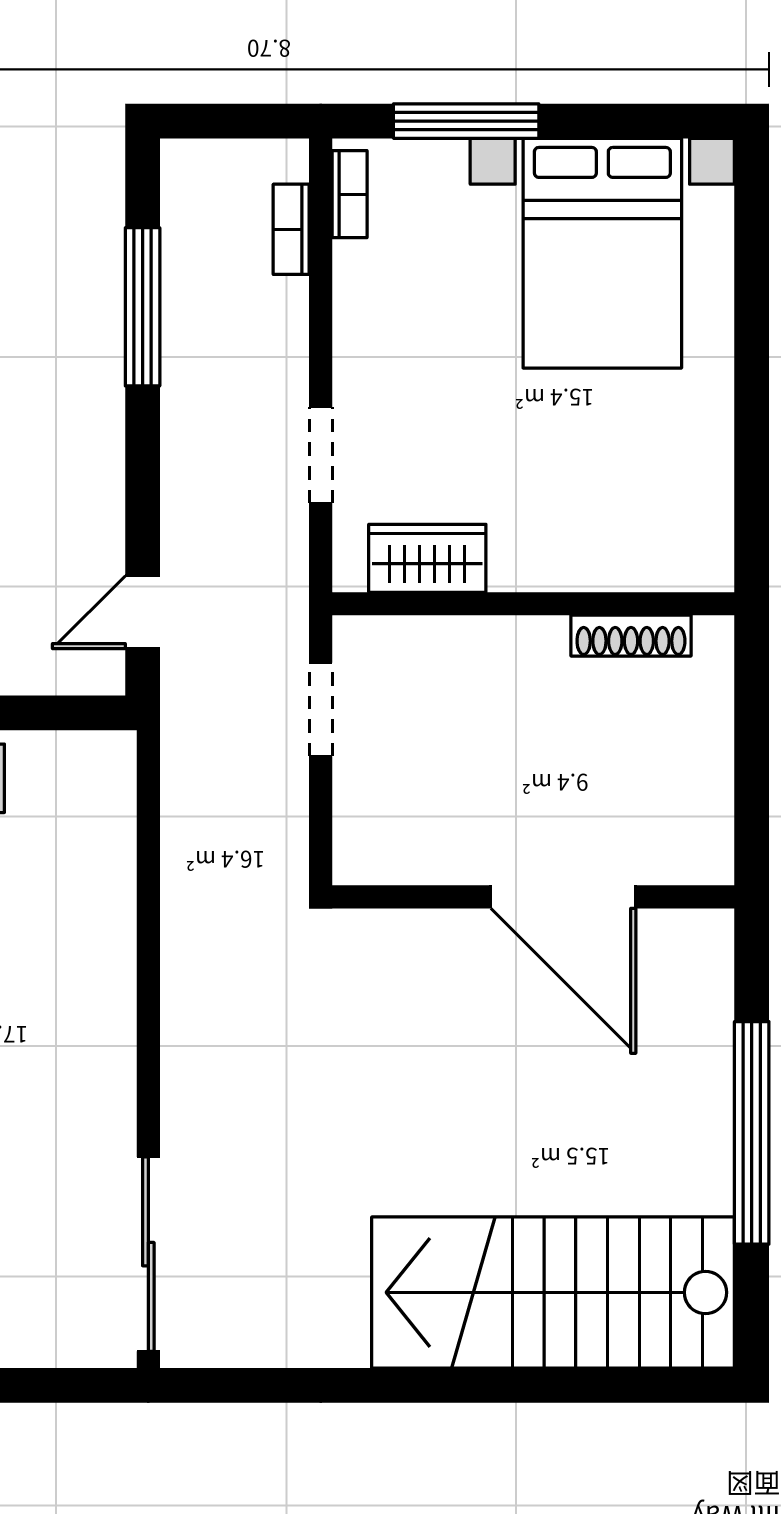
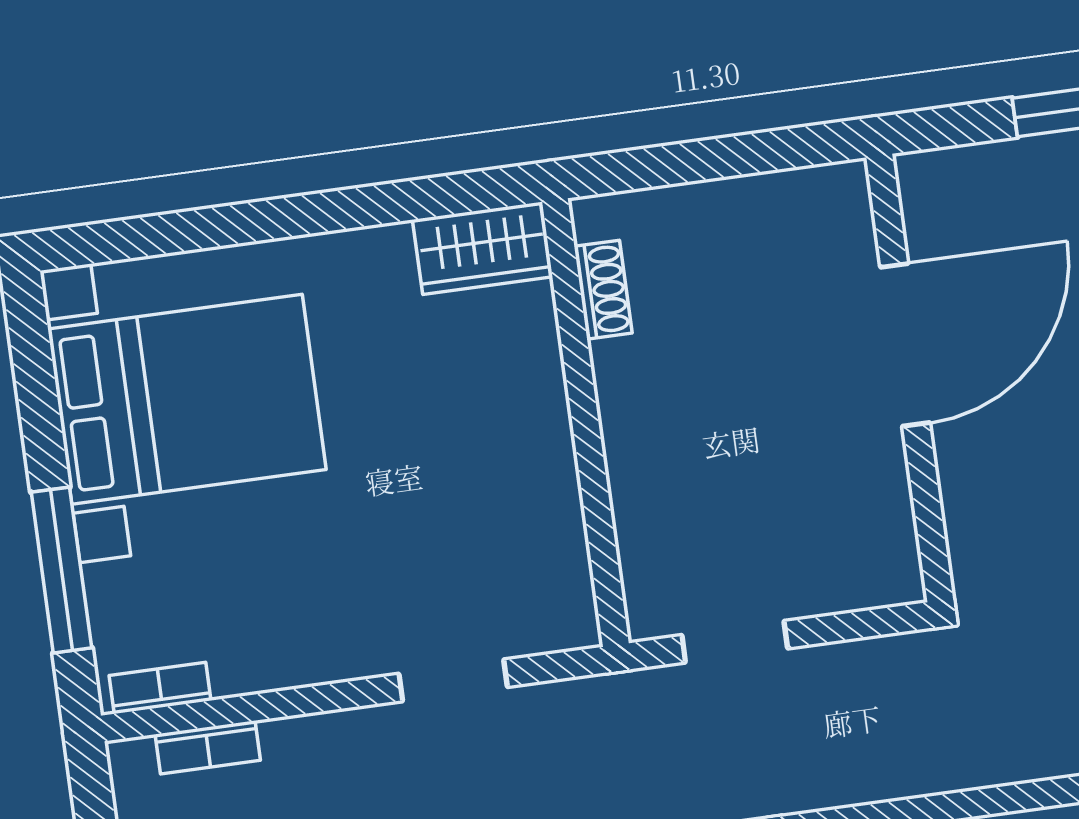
wardrobe: (427, 558) -> (482, 248), moved, turned -90
shoe rack: (631, 636) -> (603, 290), width x0.70

